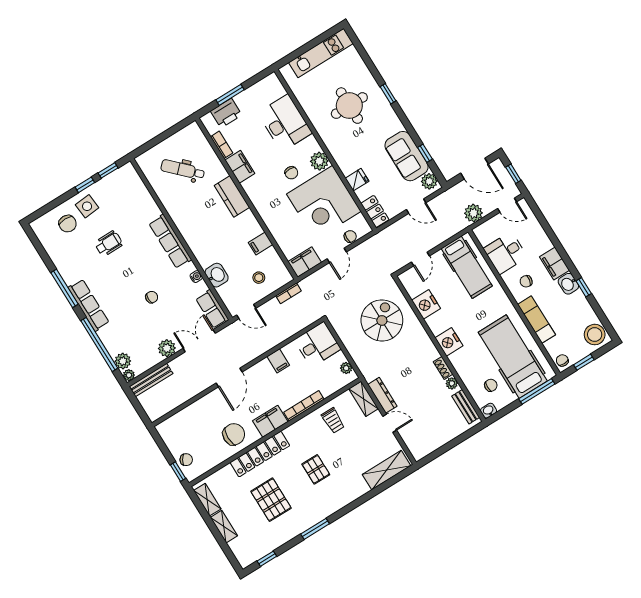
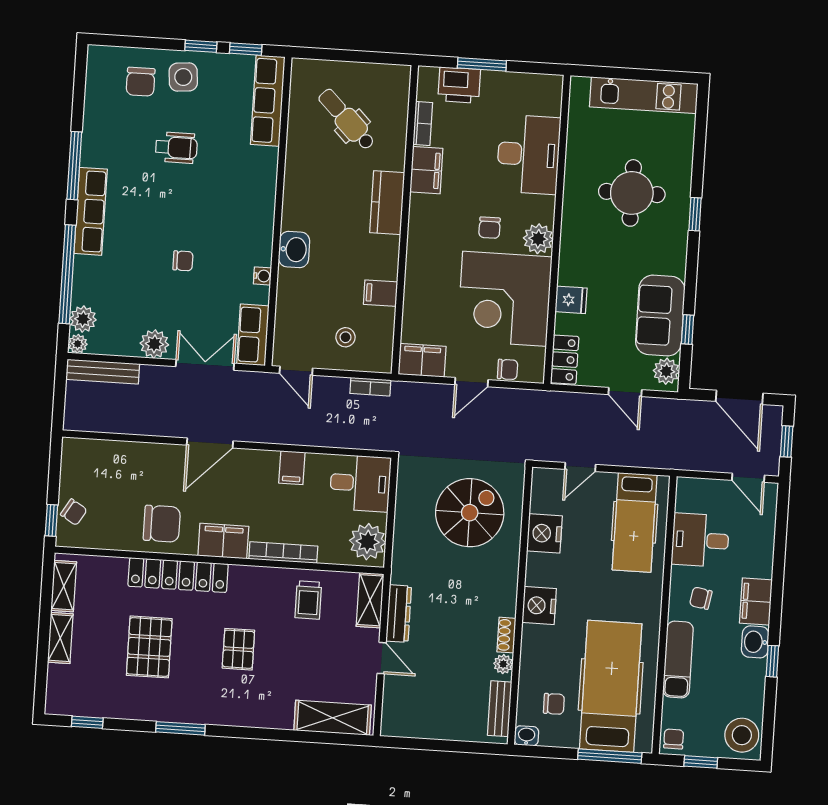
plant: (473, 213) -> (695, 456), removed
row of seats: (170, 241) -> (268, 101), moved
washbasin: (217, 275) -> (294, 249), moved
plant: (346, 368) -> (368, 542), width x1.88, depth x1.88

